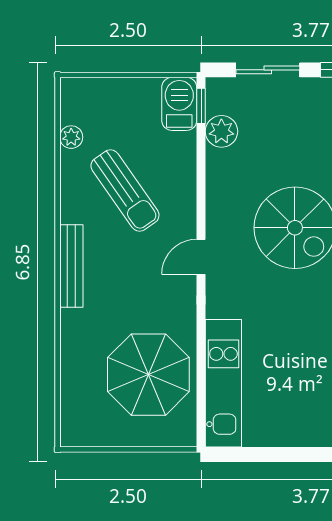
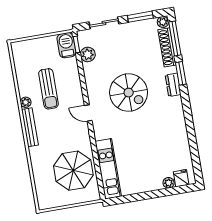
plant: (71, 137) -> (26, 102), moved
sun lounger: (125, 191) -> (48, 89), turned 35
door: (201, 257) -> (88, 113), hinge flipped

